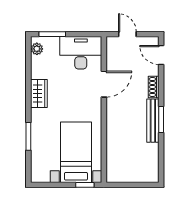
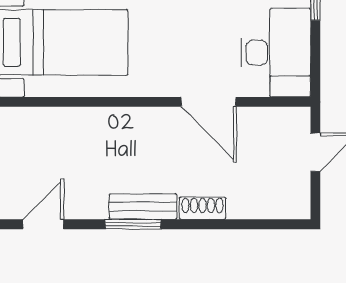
door: (161, 55) -> (43, 224), moved
bench: (153, 121) -> (143, 207), width x0.73

